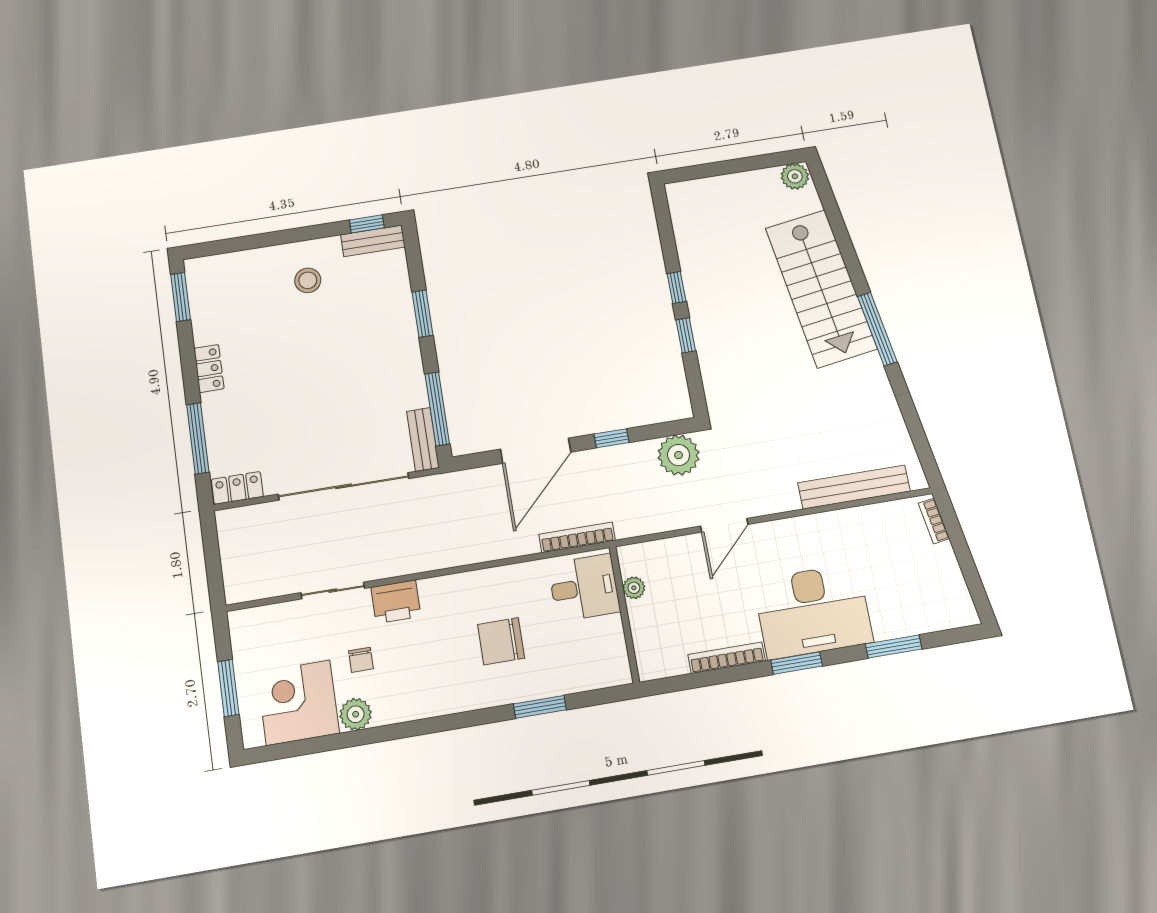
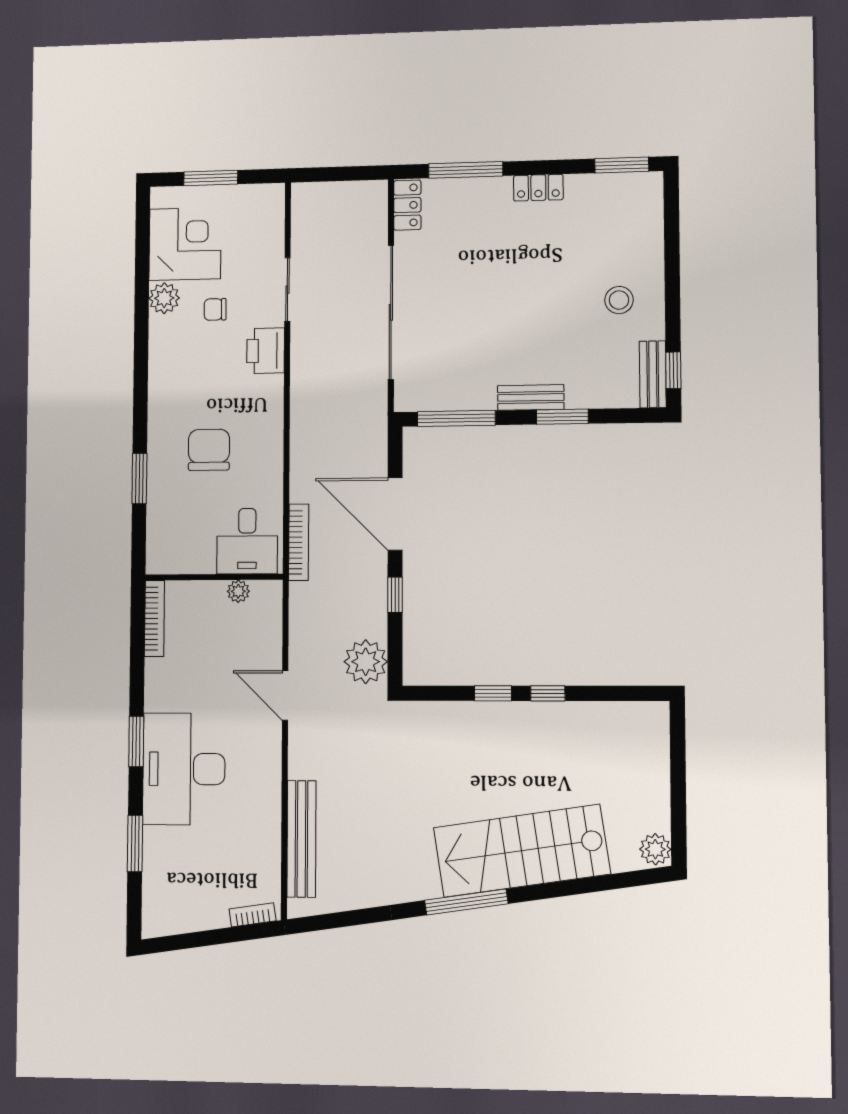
bench: (423, 439) -> (531, 397), moved
bookcase: (727, 658) -> (154, 618), moved

